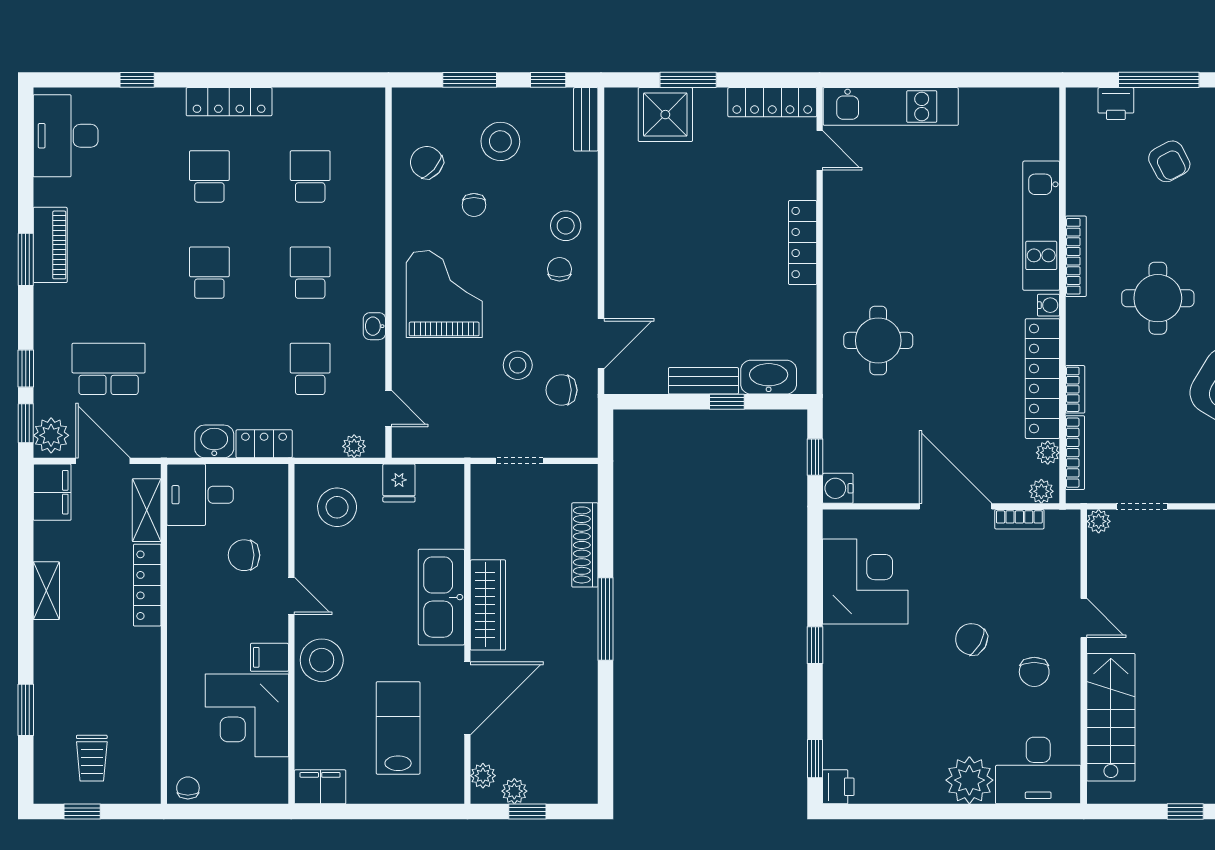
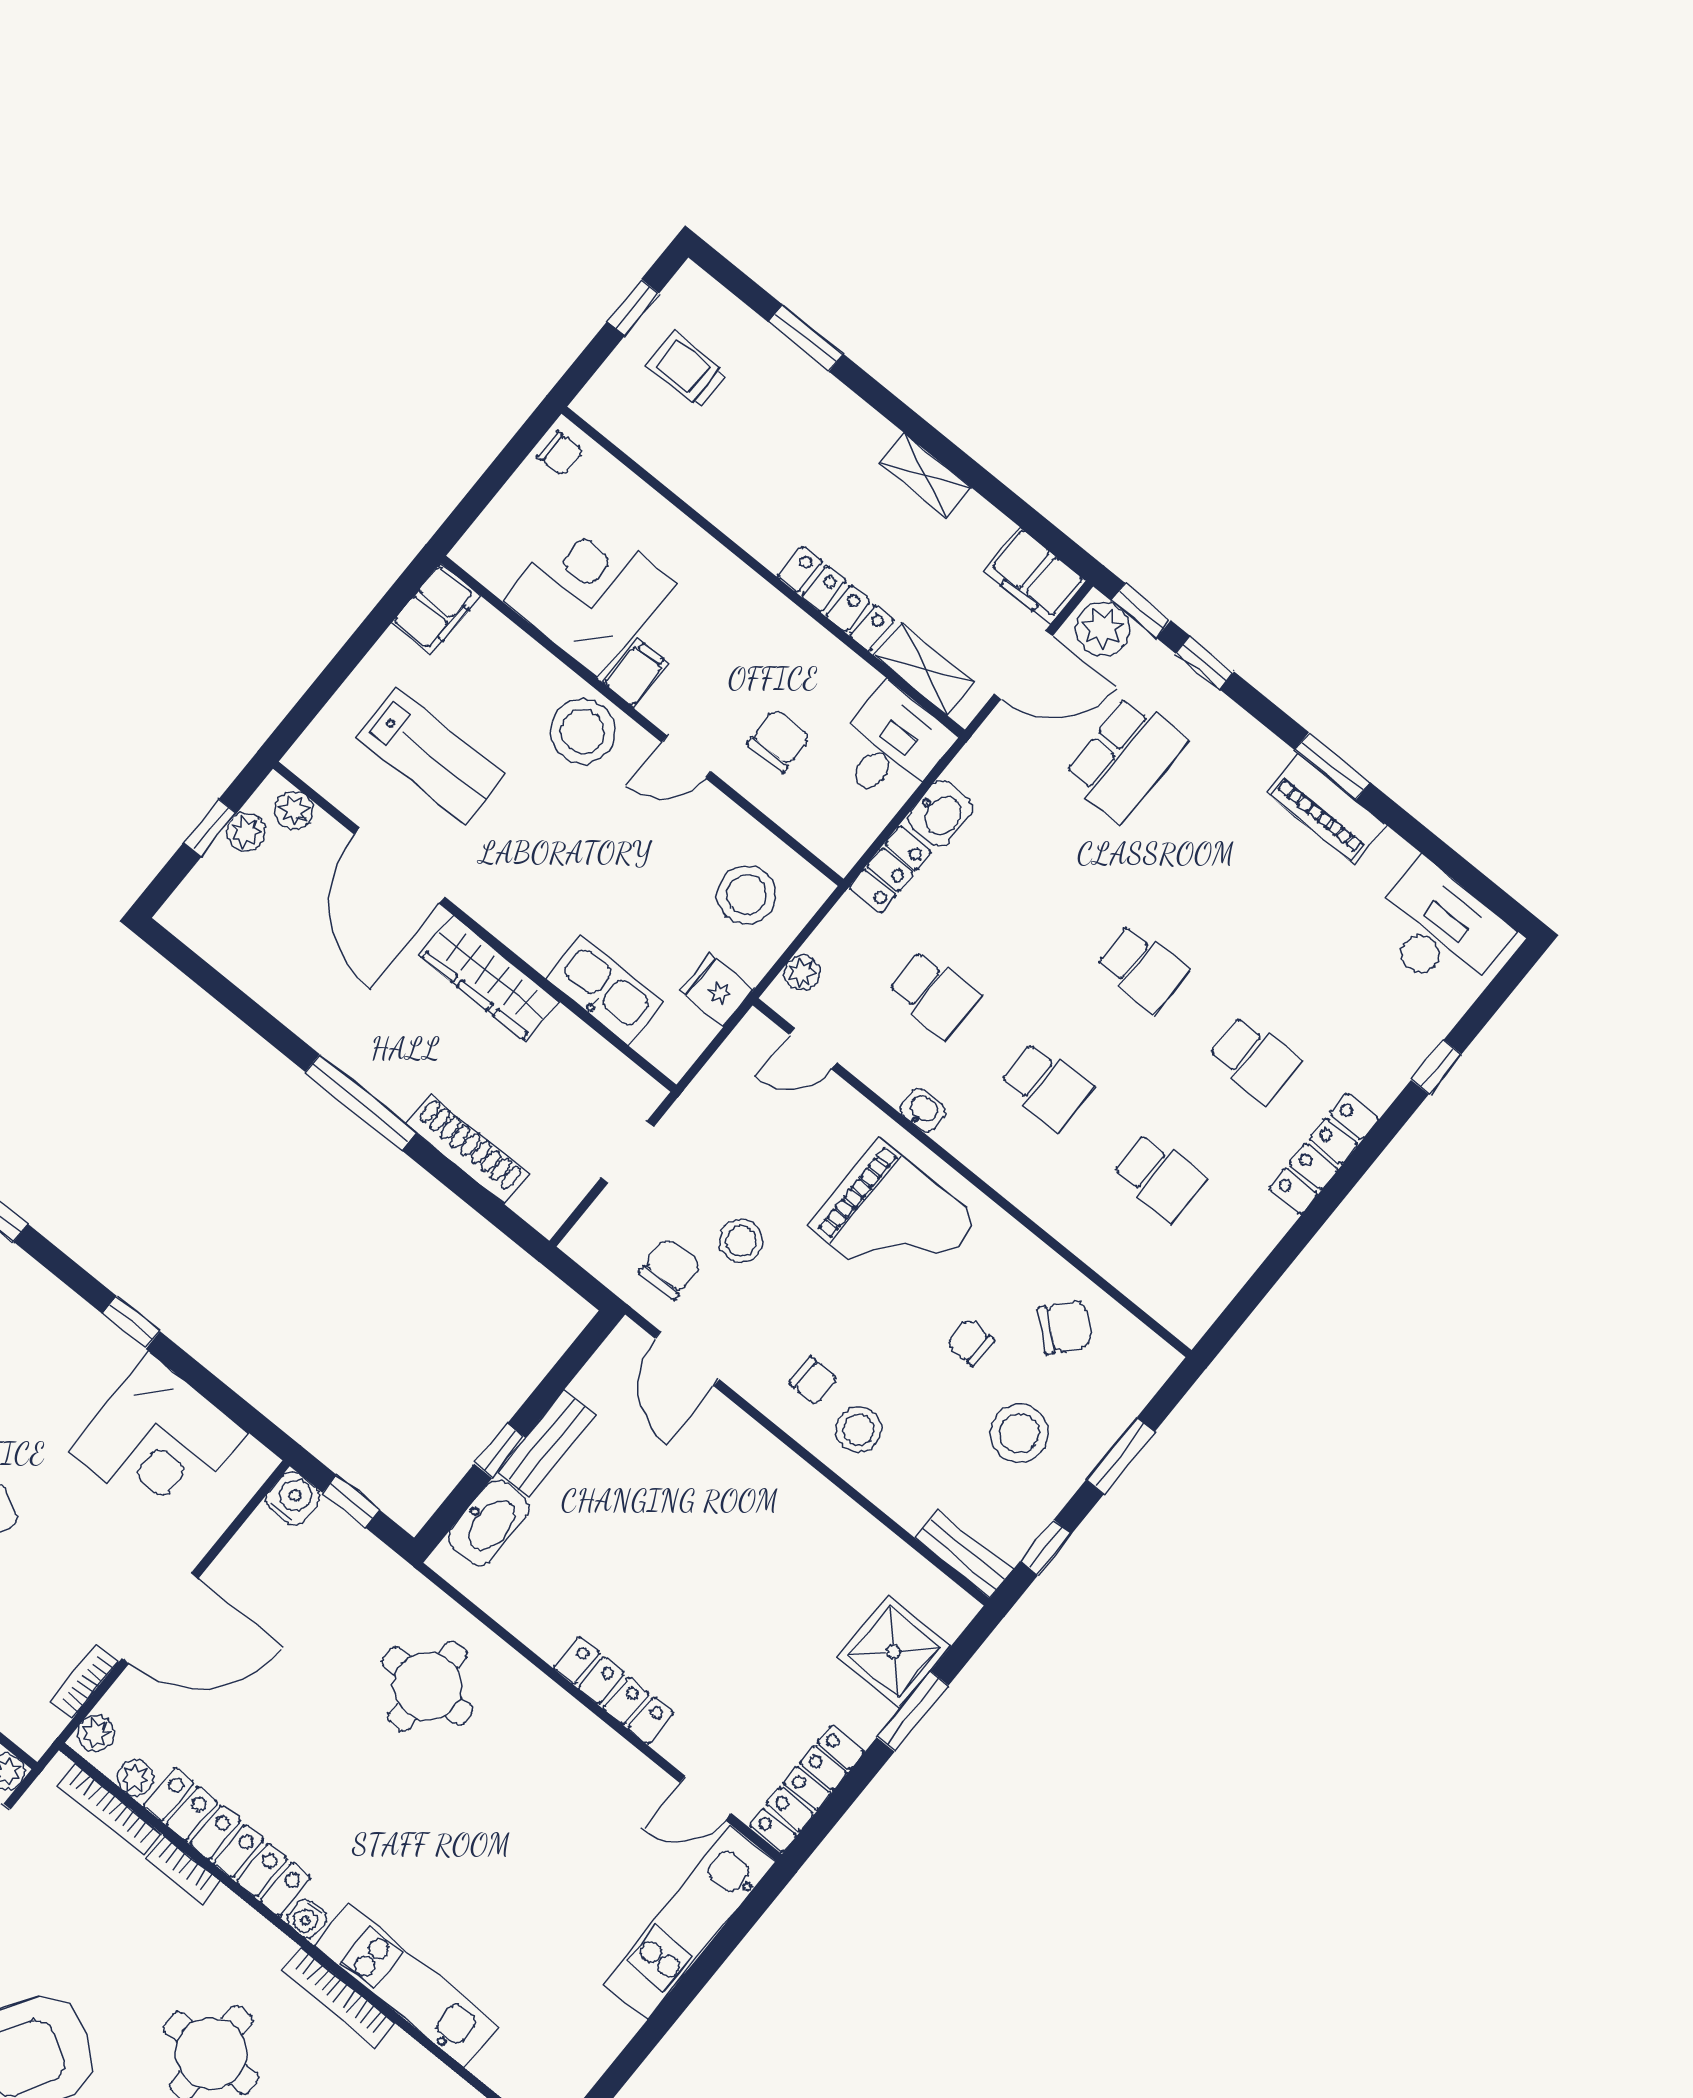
kitchen sink: (441, 597) -> (604, 990), moved, width x0.73, depth x0.81

